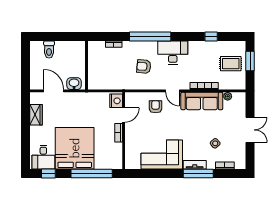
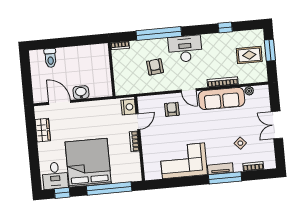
wall: (86, 65) -> (112, 69), moved
armchair: (144, 66) -> (155, 67), turned 79
double door: (250, 130) -> (277, 125), swing flipped

